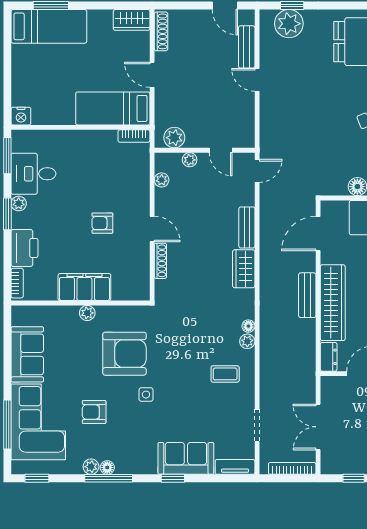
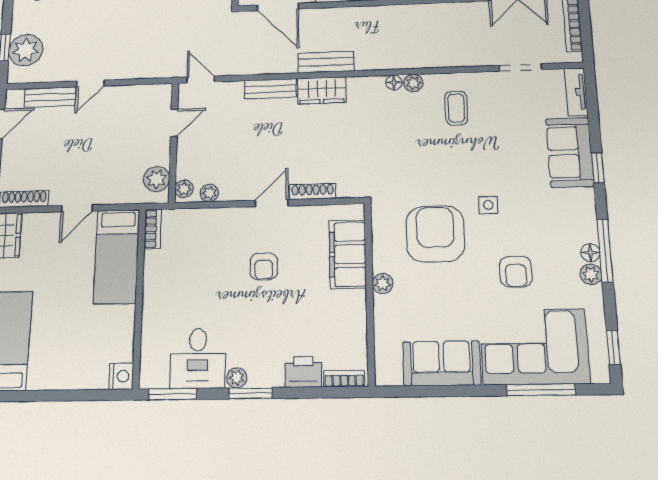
plant: (190, 160) -> (184, 189), moved
printer: (25, 248) -> (303, 372), width x0.73, depth x0.84
filing cabinet: (84, 287) -> (348, 254), moved
bench: (307, 295) -> (326, 62), moved

